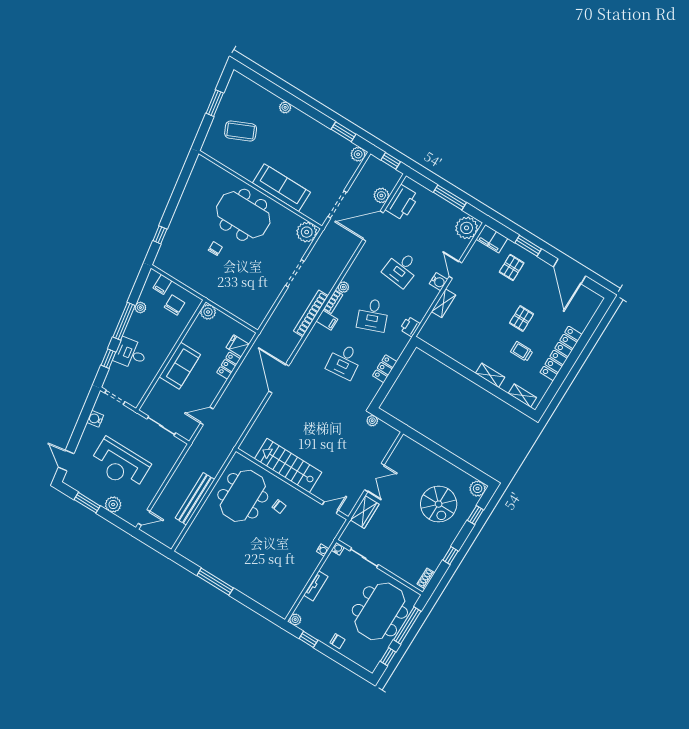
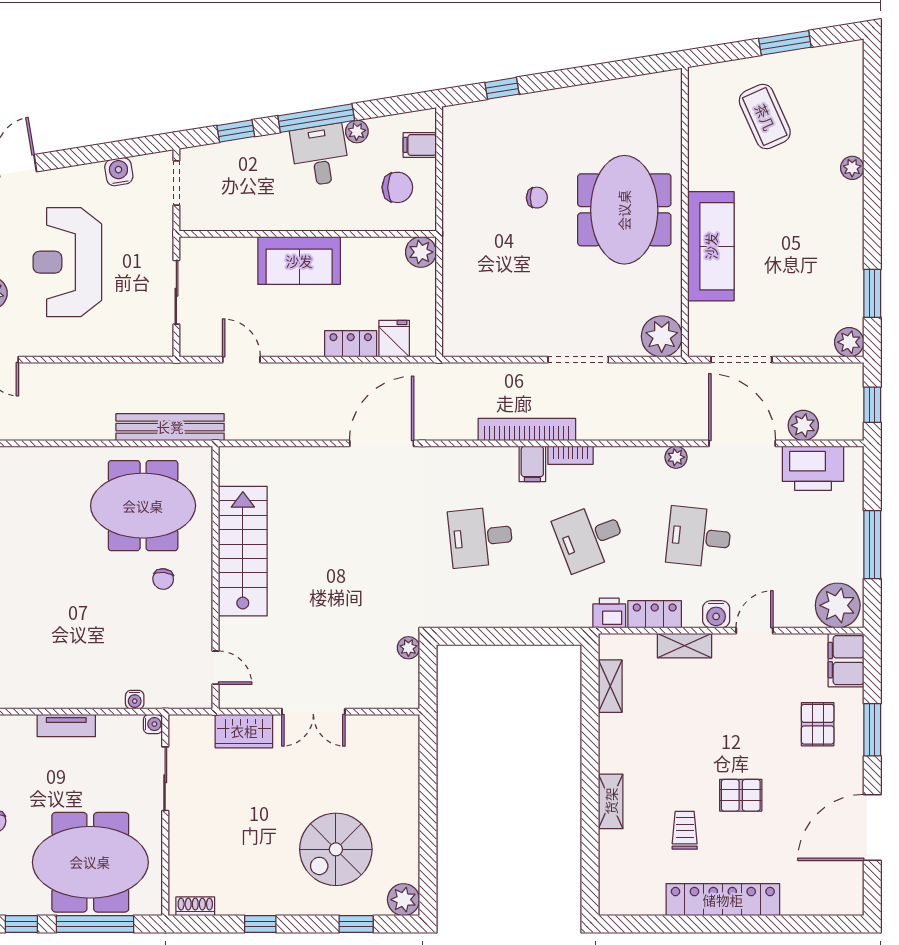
pallet: (512, 267) -> (818, 724), turned 90
plant: (343, 287) -> (676, 457), moved
desk: (131, 354) -> (320, 155), moved
locker: (385, 369) -> (655, 614), moved
shelving: (522, 395) -> (610, 686), moved
bench: (195, 499) -> (170, 427), moved

